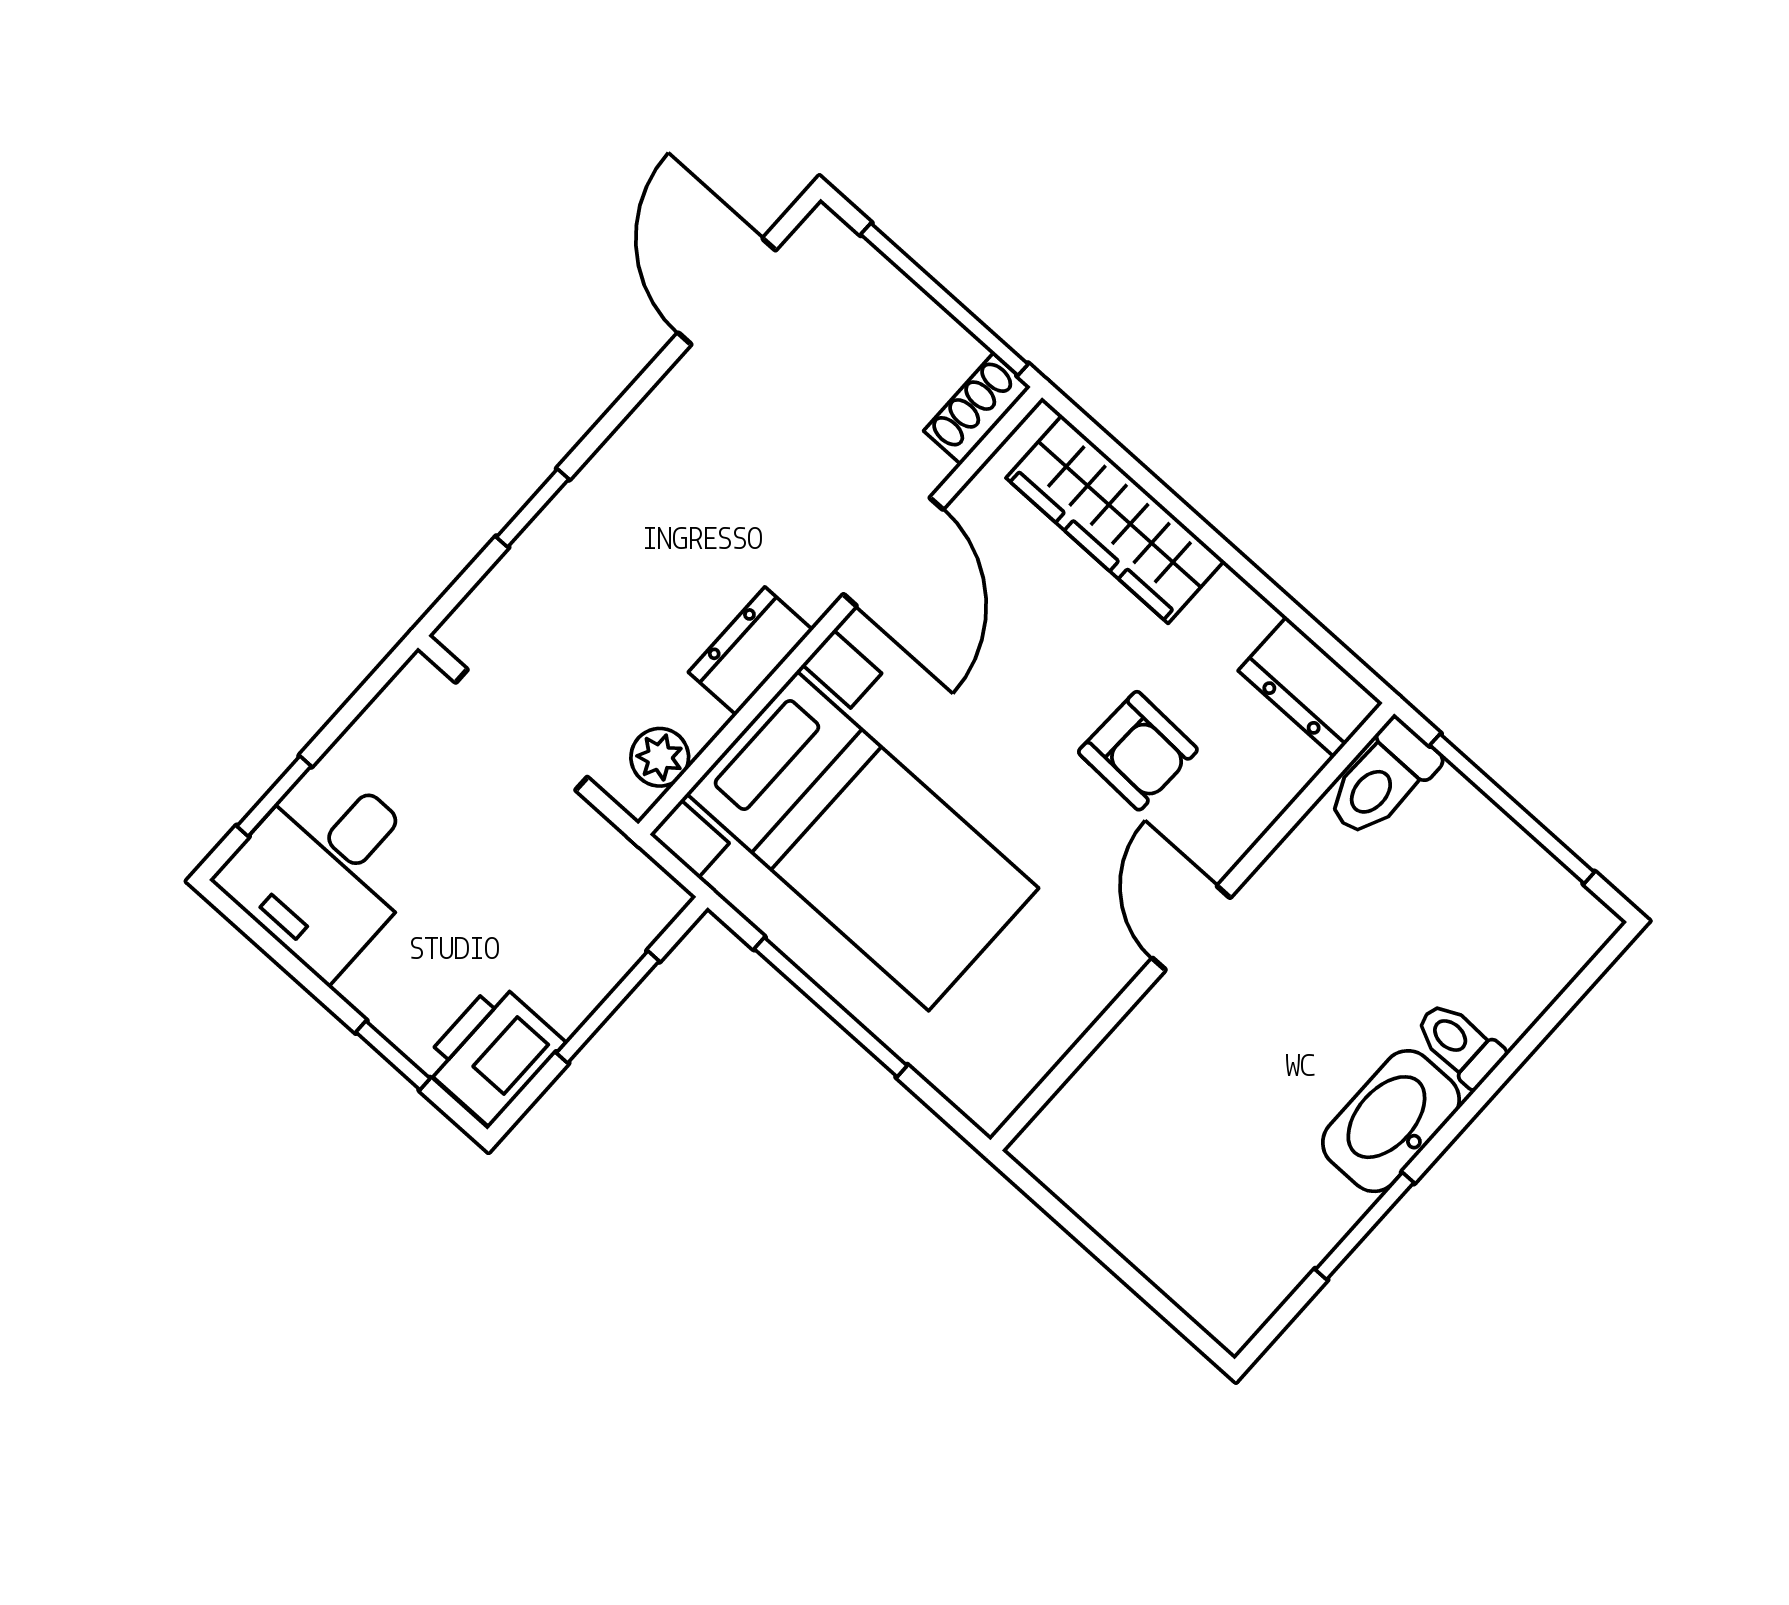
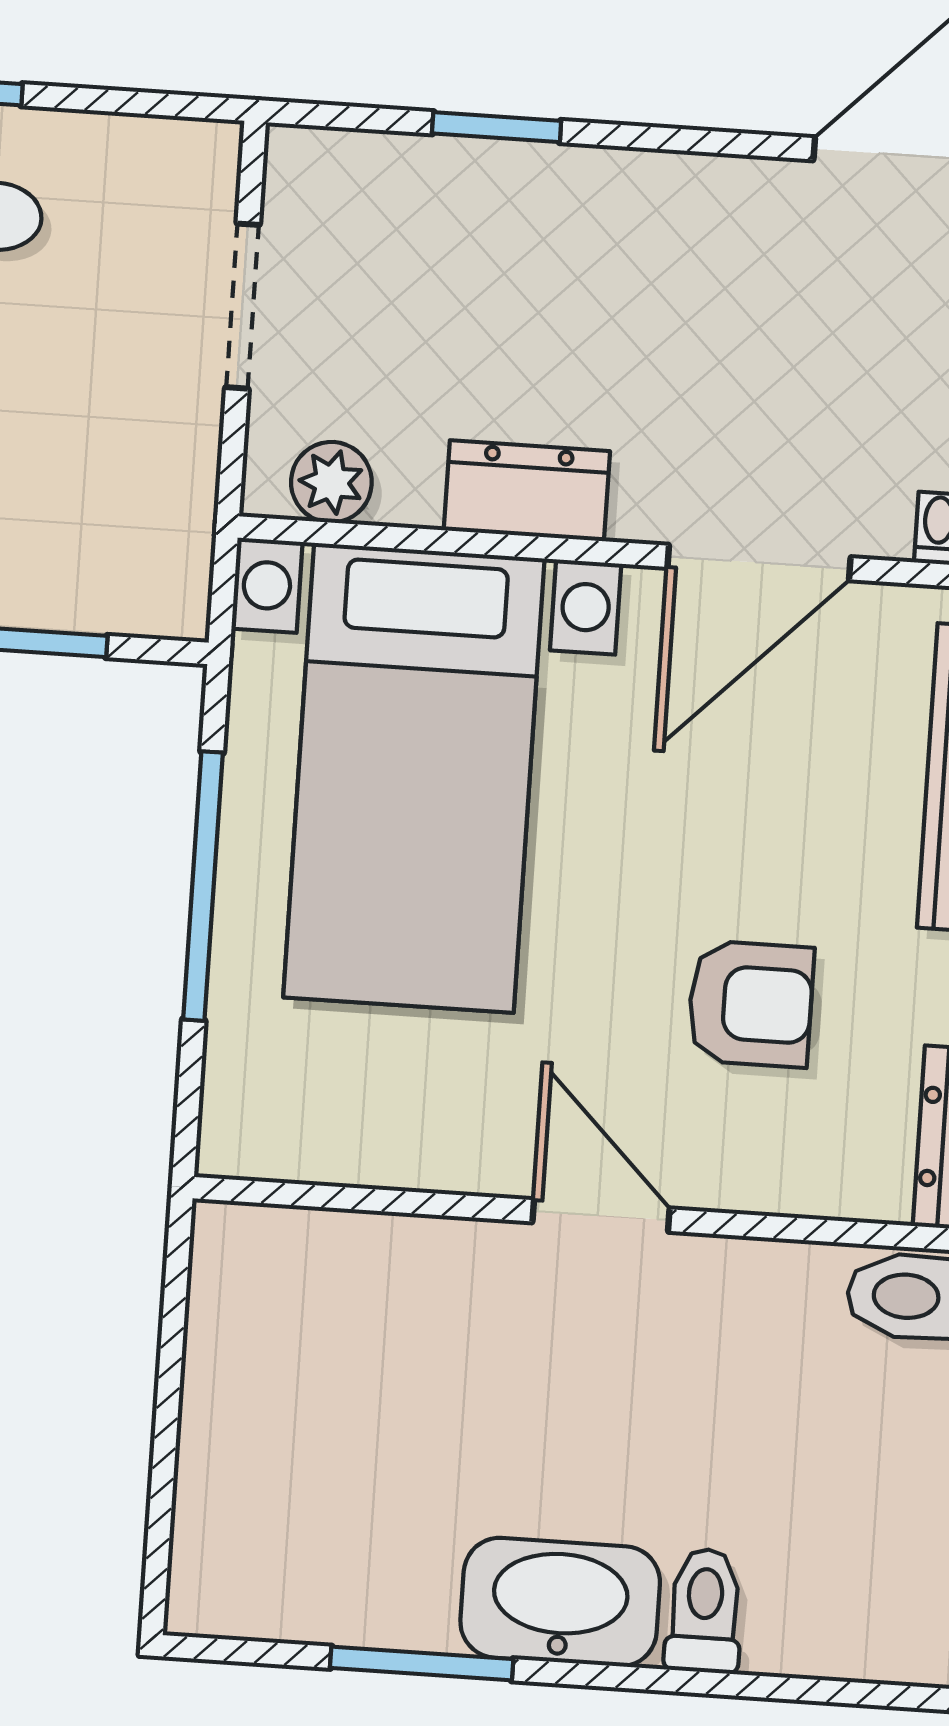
doorway: (522, 730) -> (243, 306), width x0.73
armchair: (1138, 751) -> (751, 1004), turned -92
door: (1191, 928) -> (601, 1215), hinge flipped

